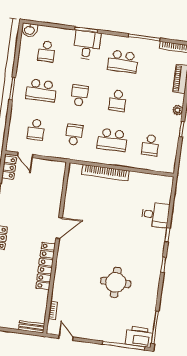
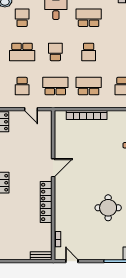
school desk: (47, 51) -> (22, 18), turned 180
school desk: (123, 62) -> (89, 18), turned 180
school desk: (74, 135) -> (55, 86), width x1.85
school desk: (112, 140) -> (89, 86), turned 180
door: (25, 155) -> (31, 109), moved

